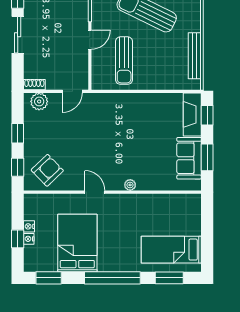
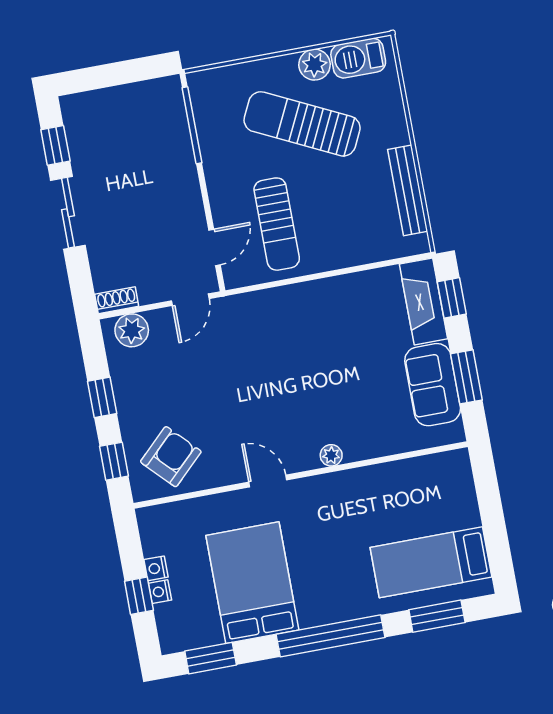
door: (90, 40) -> (215, 247), moved

